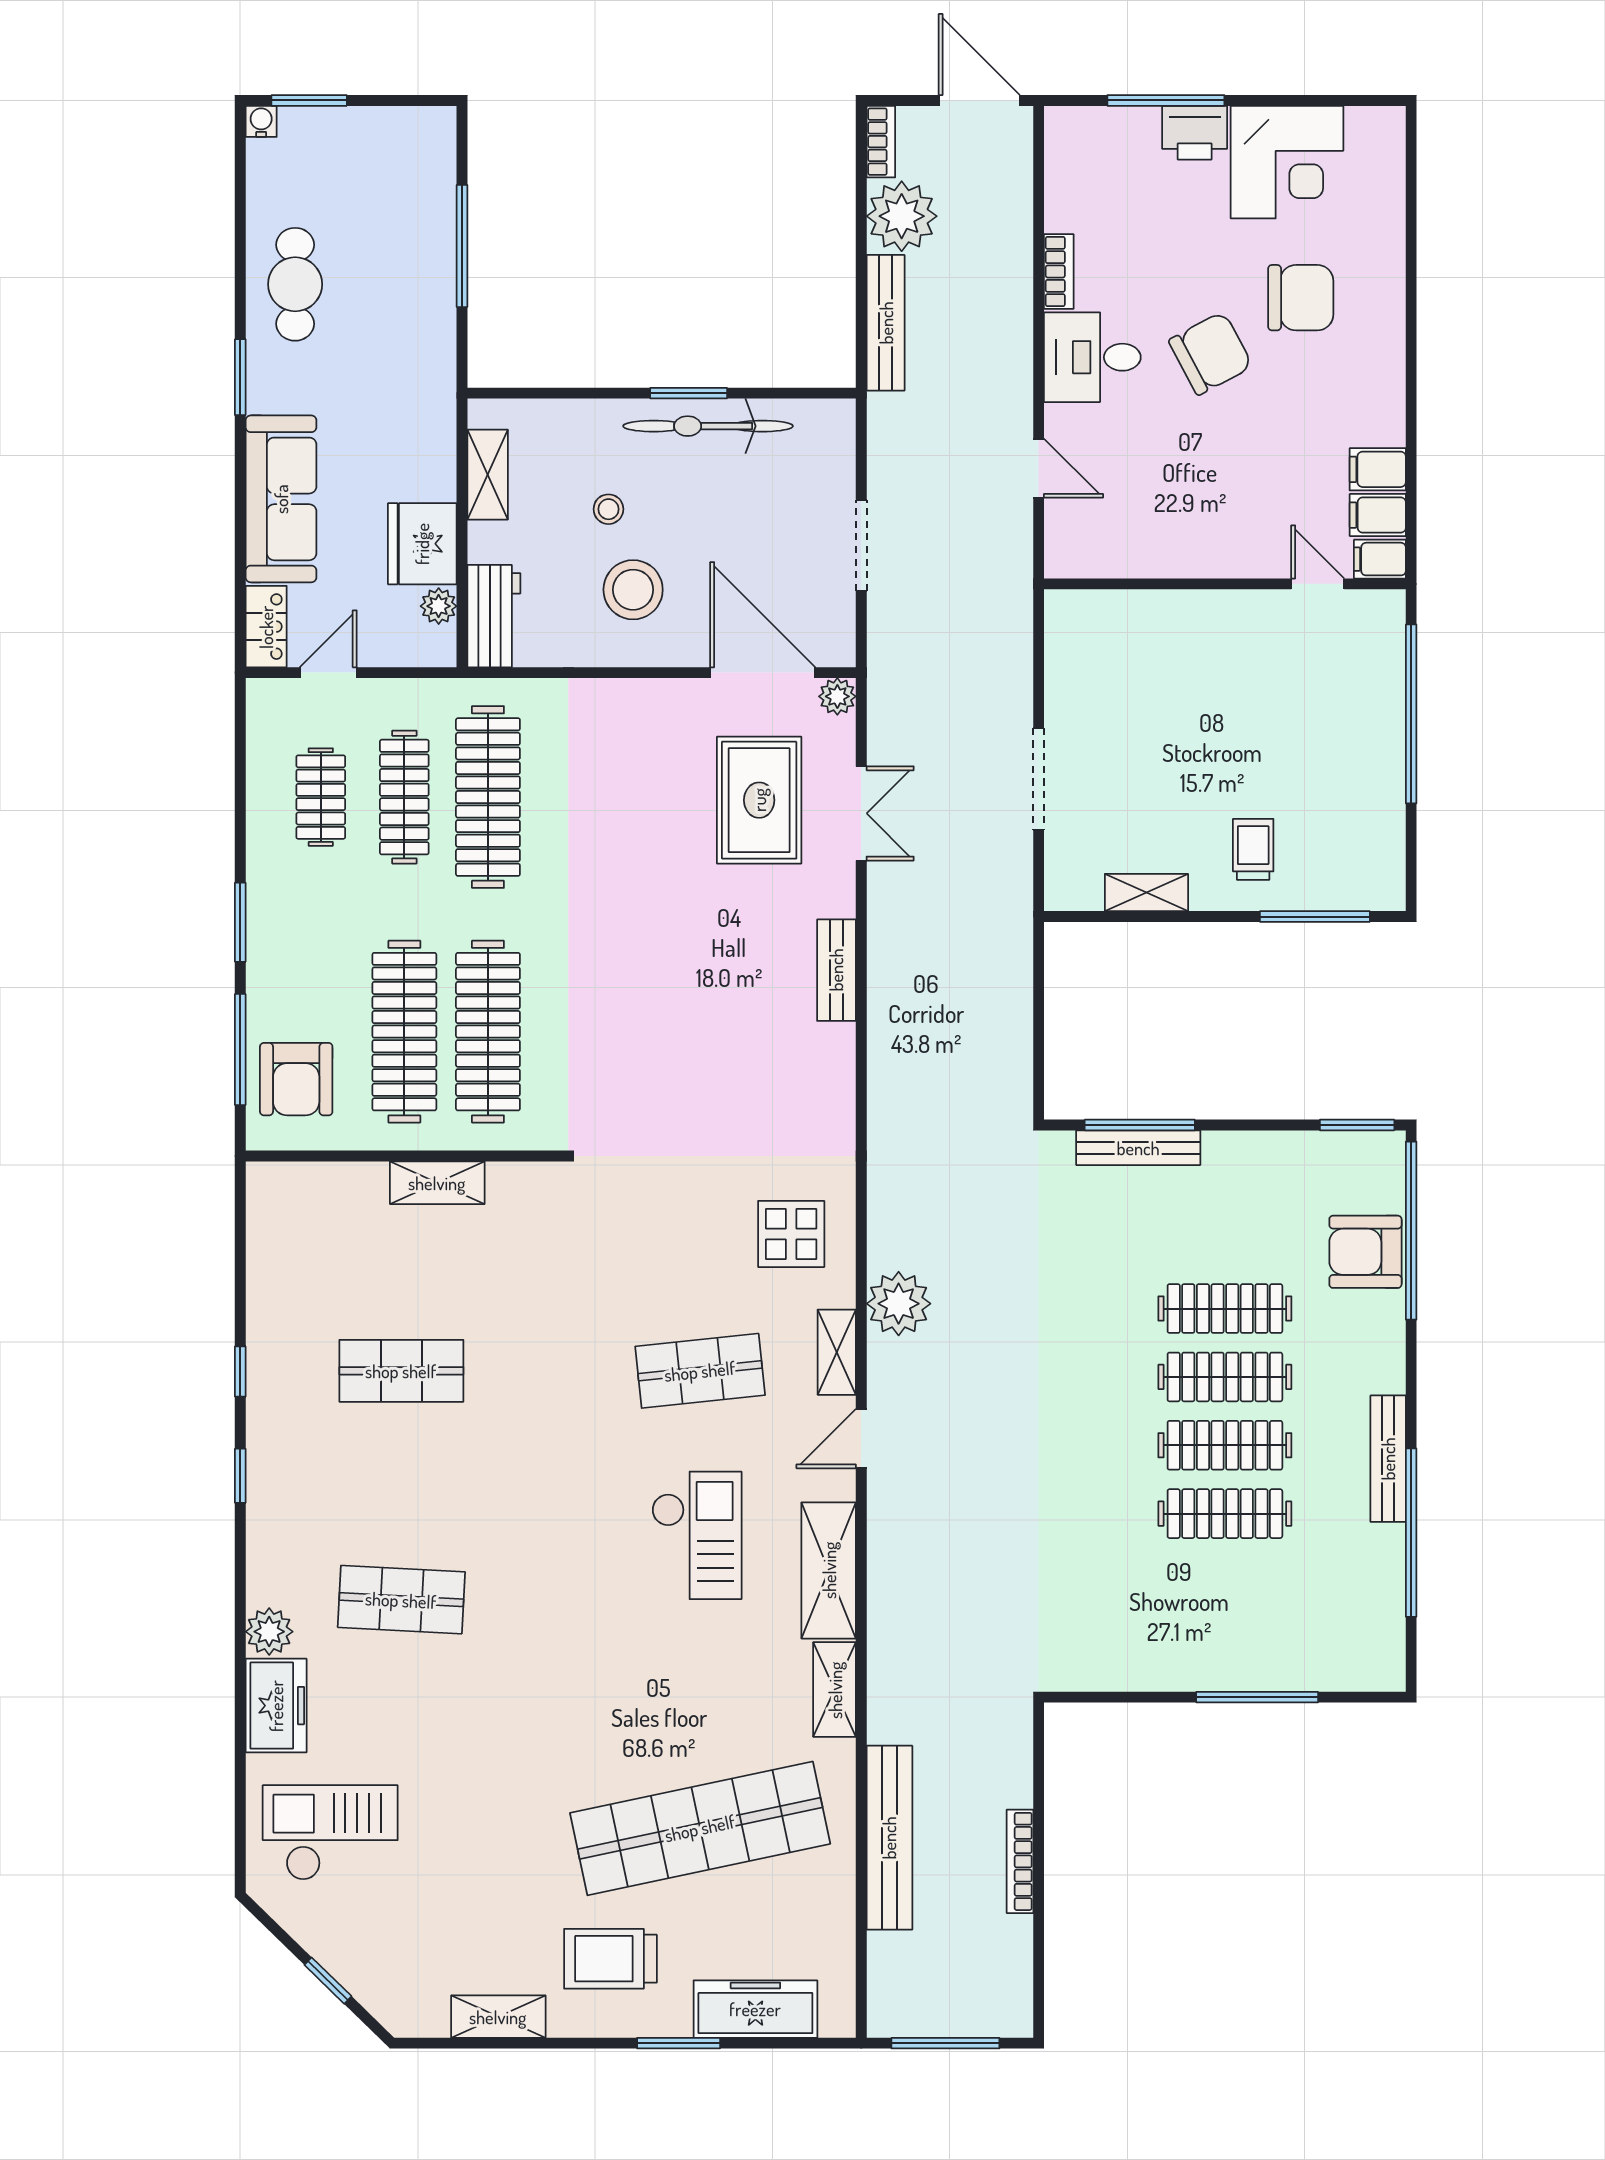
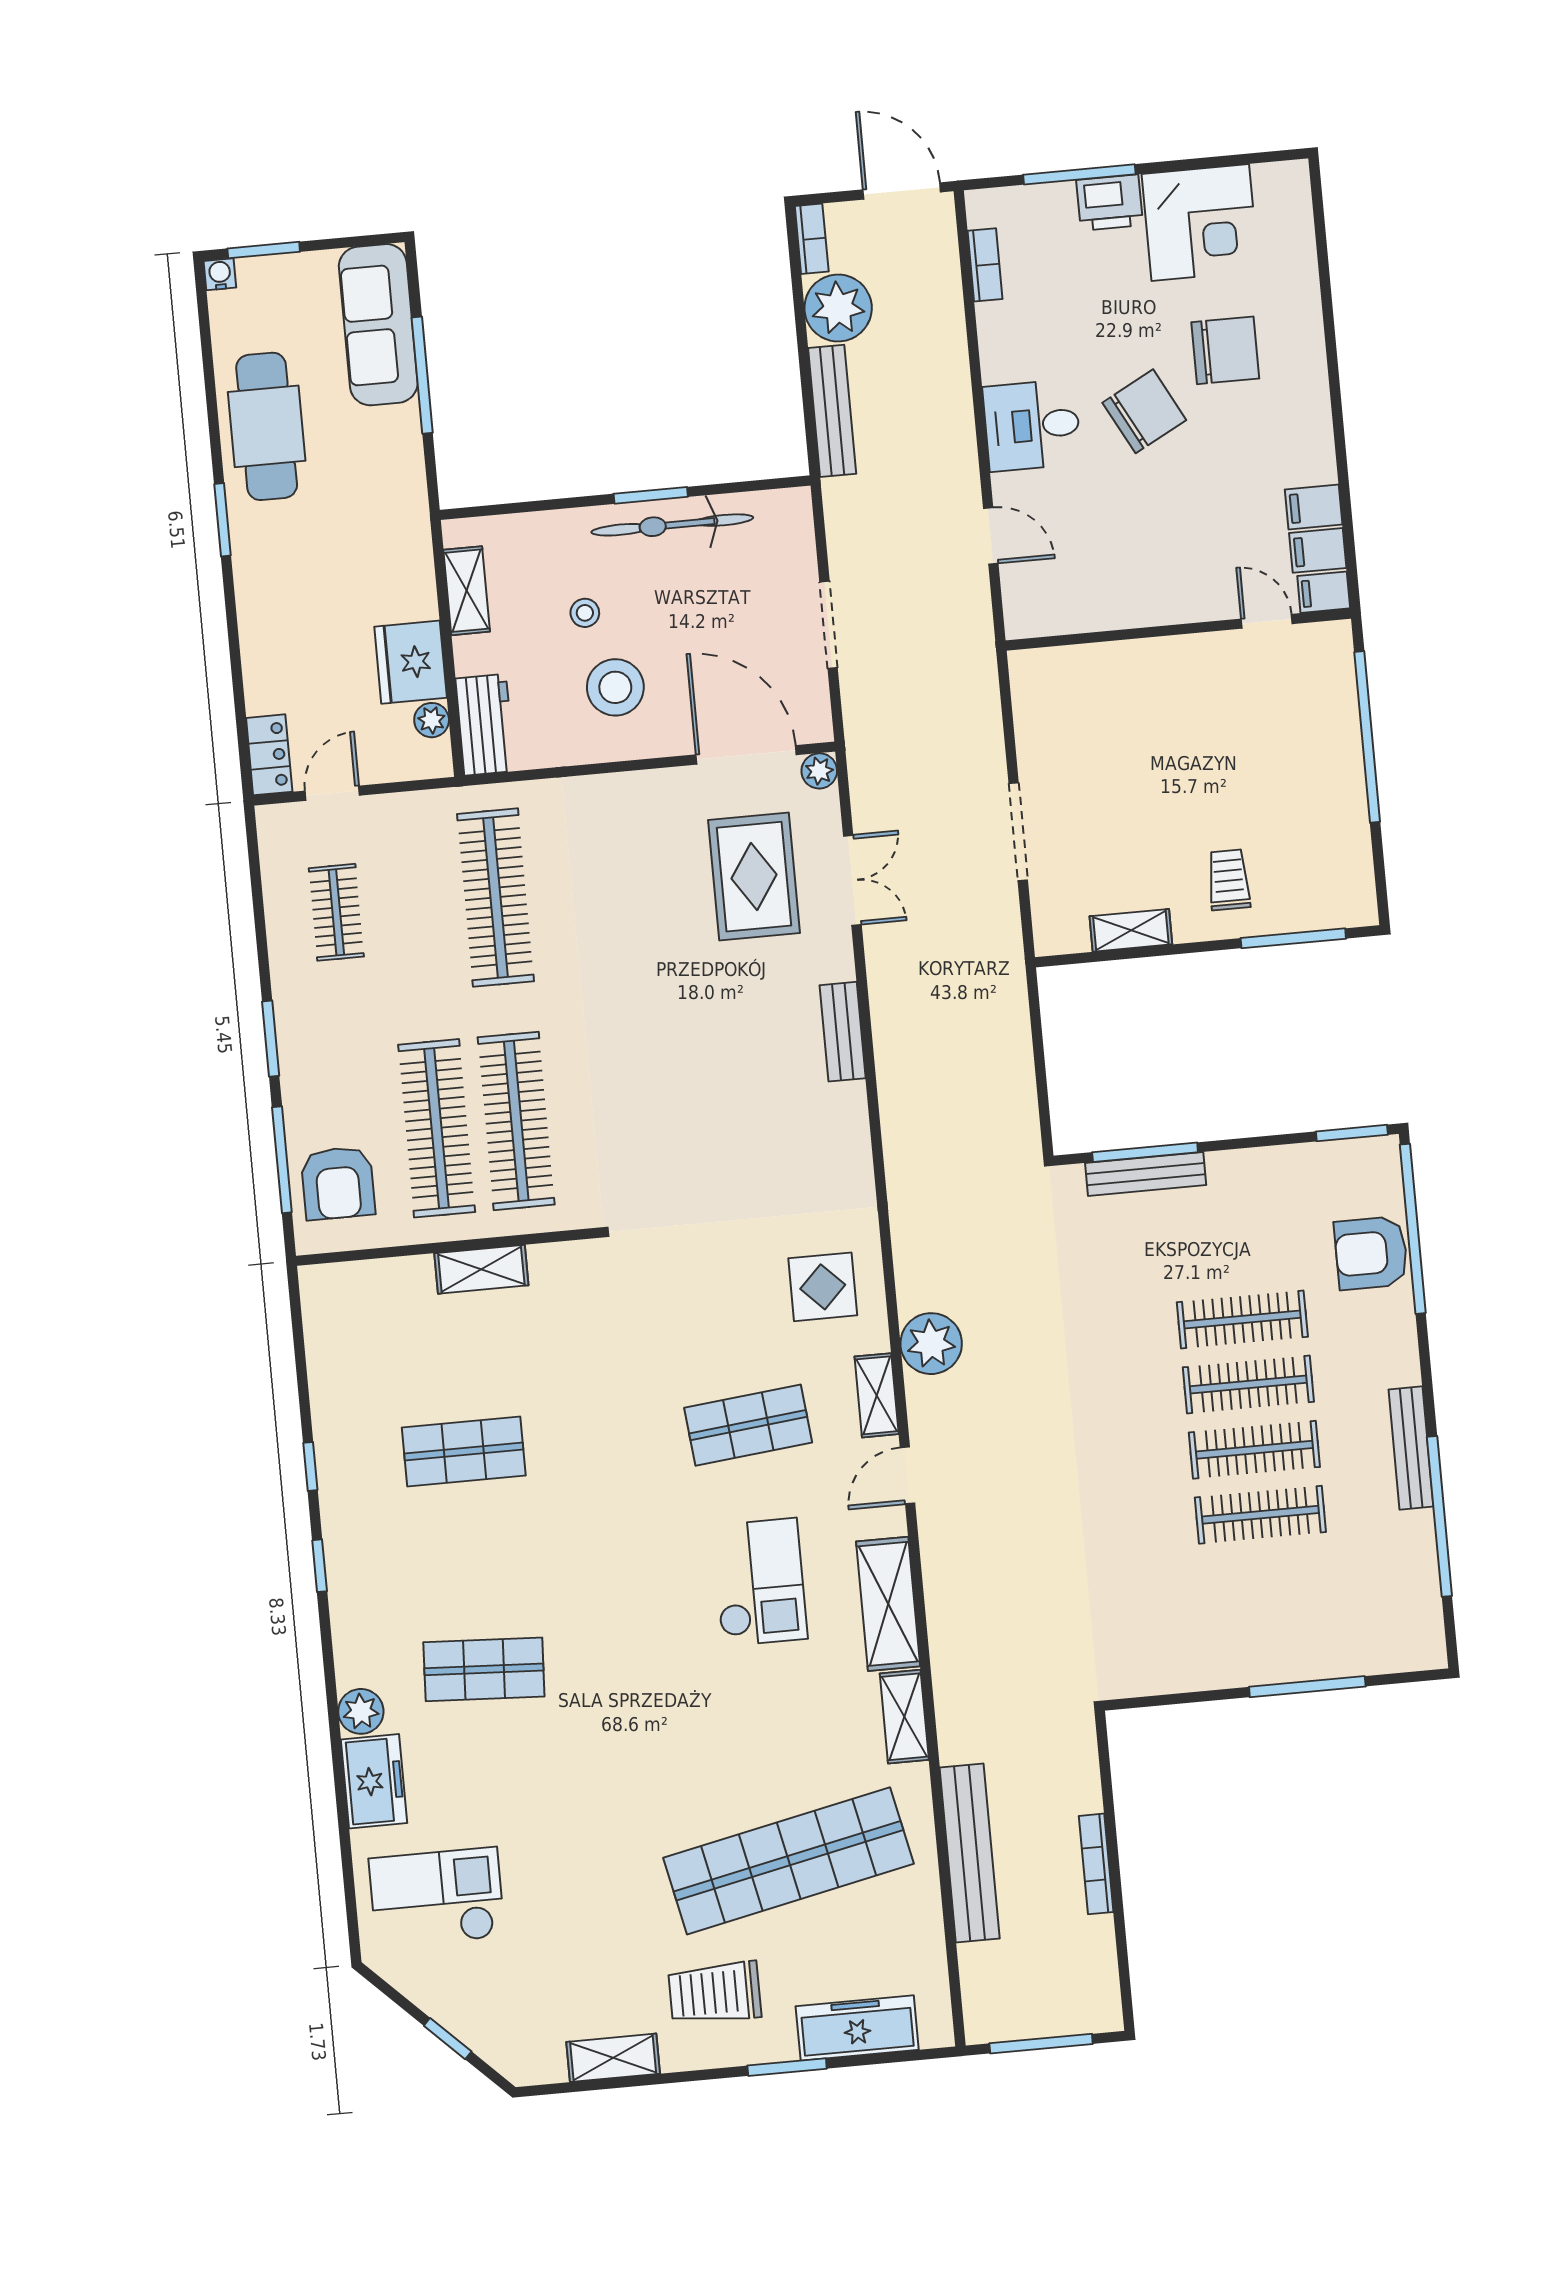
bookcase: (1059, 272) -> (985, 265), moved
cafe table: (295, 284) -> (267, 426), width x1.37, depth x1.35
sofa: (281, 499) -> (378, 325), moved, turned 180
clothes rail: (404, 797) -> (416, 905), removed

